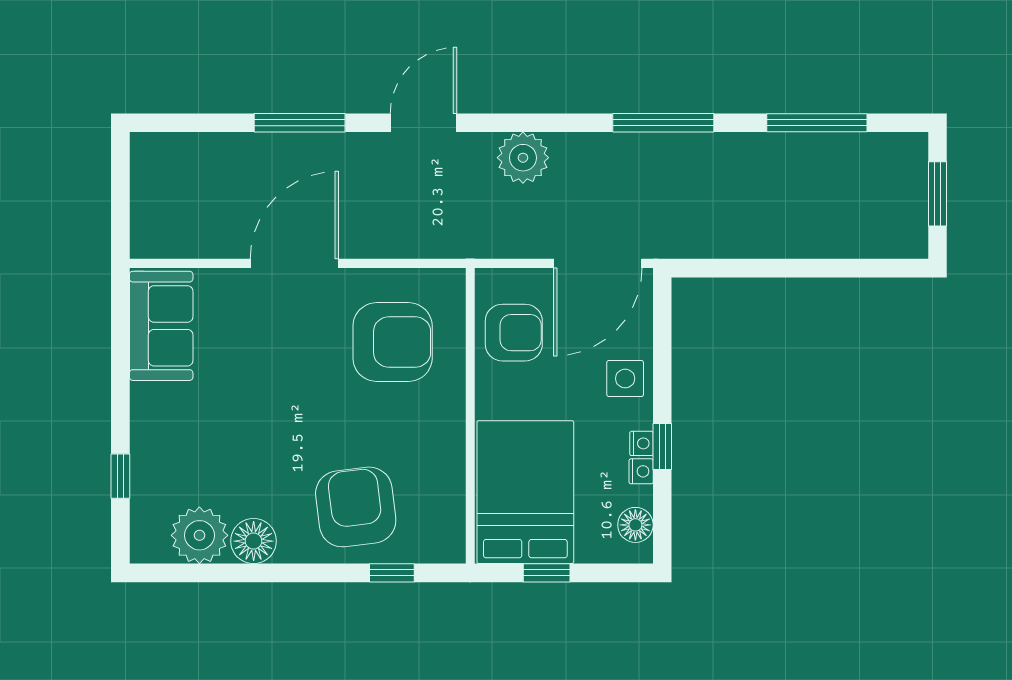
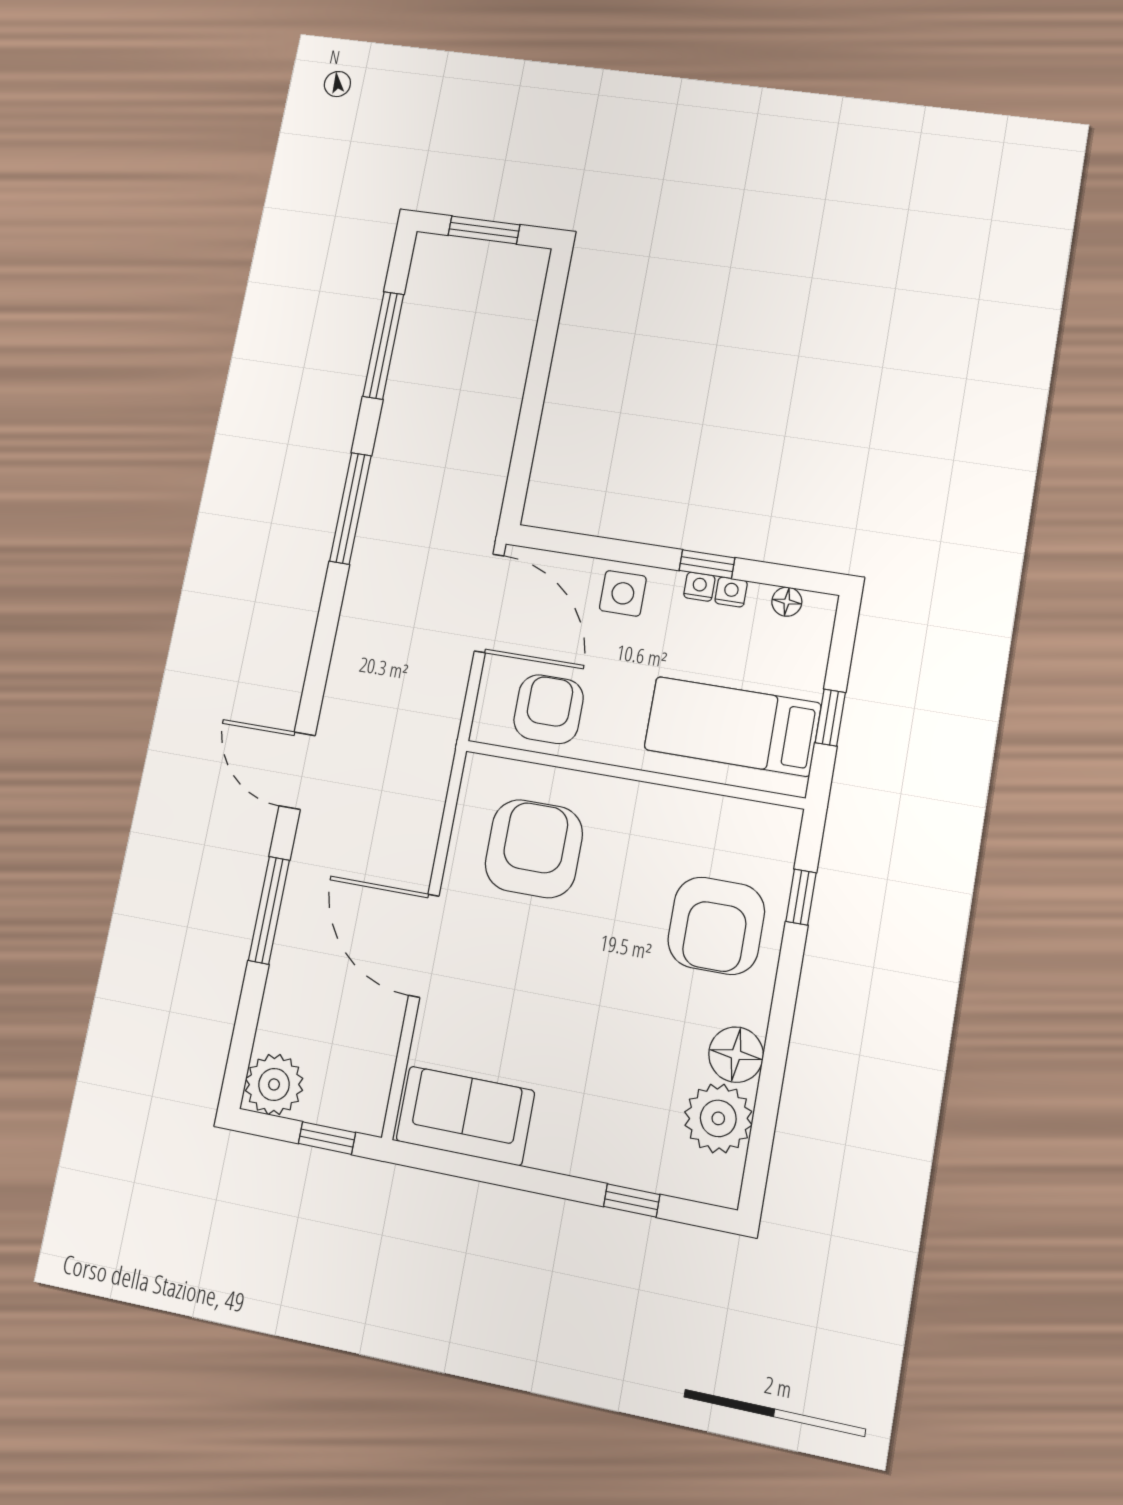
plant: (523, 158) -> (274, 1084), moved
window: (120, 212) -> (327, 1138), added
bed: (525, 492) -> (732, 726), width x0.67
armchair: (356, 507) -> (716, 926), turned -83
floor lamp: (635, 525) -> (787, 602), width x0.73, depth x0.73

